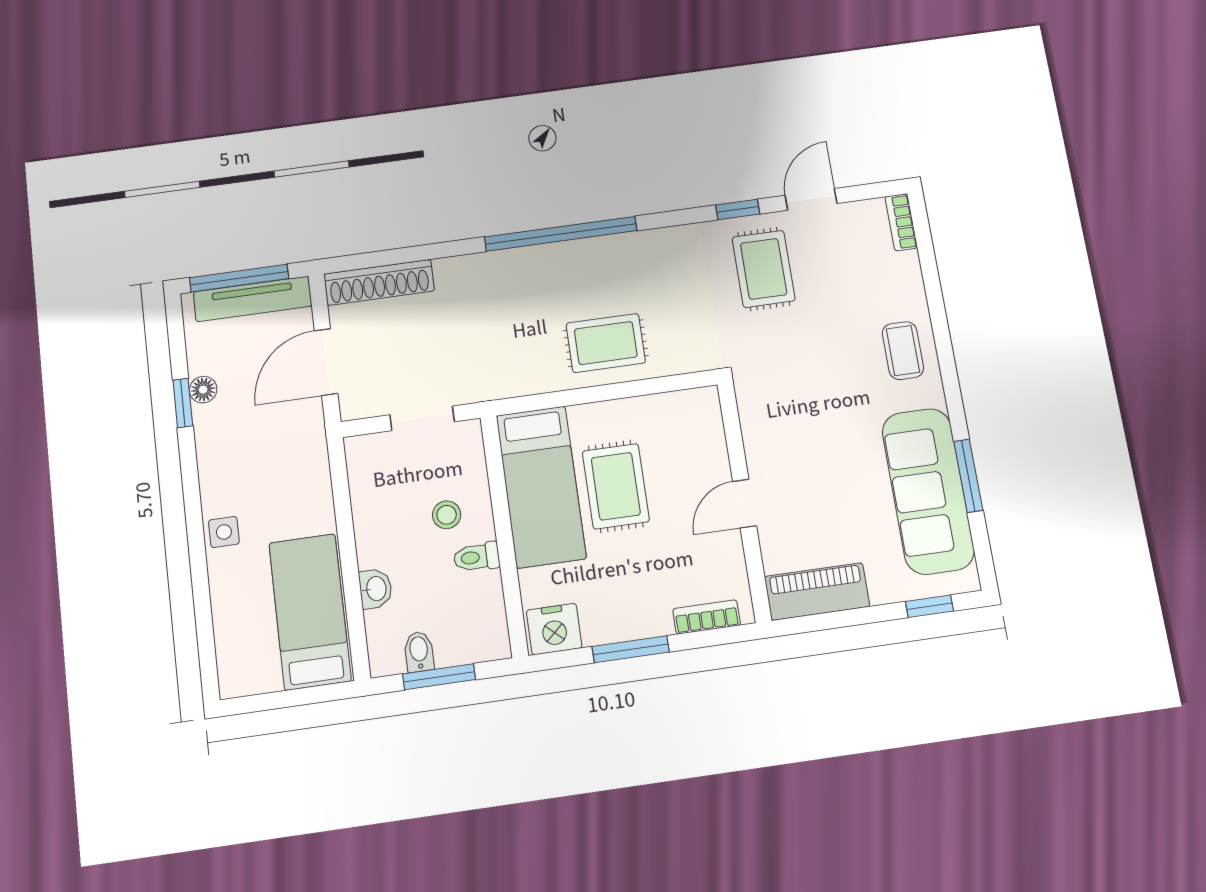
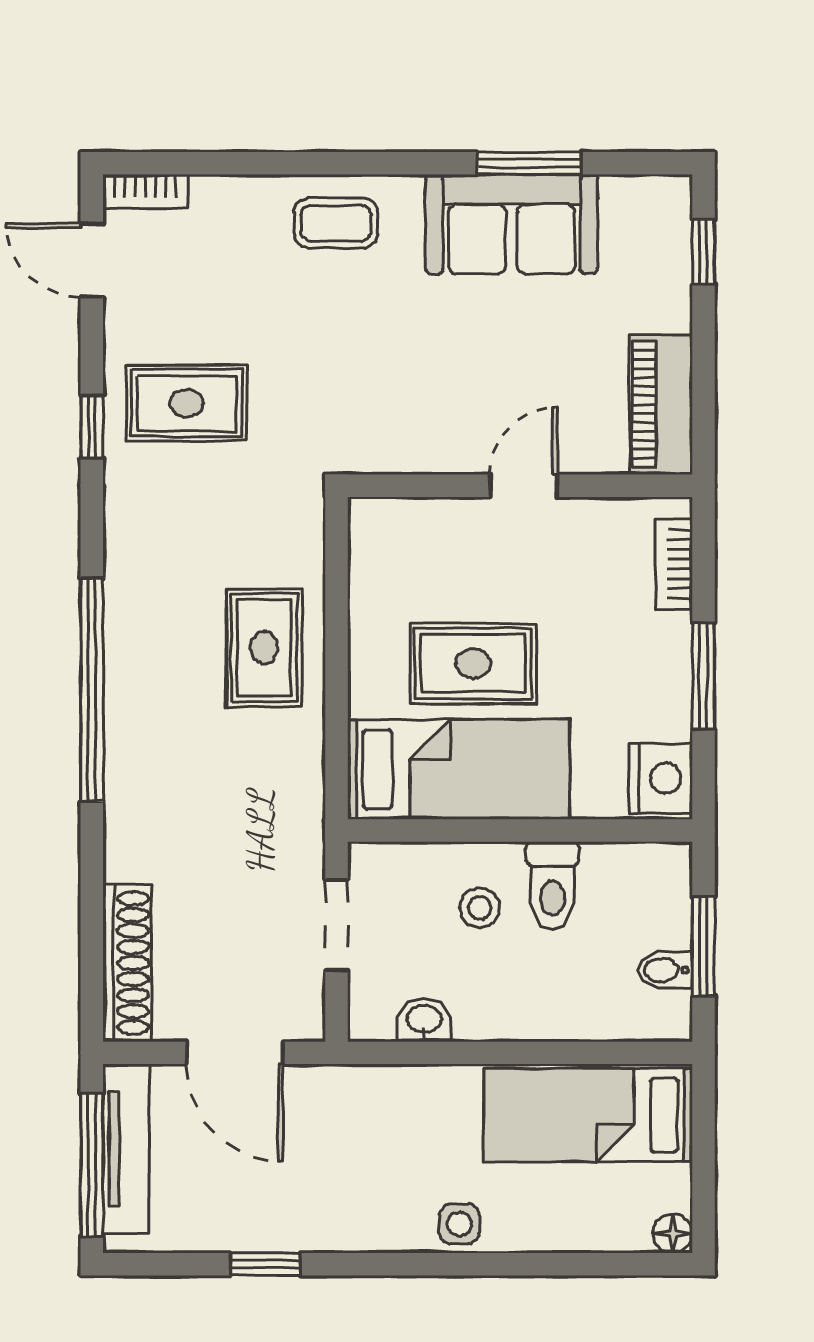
door: (811, 199) -> (92, 260), moved
floor lamp: (203, 390) -> (673, 1233), moved
sofa: (928, 491) -> (512, 224), width x0.73
door: (745, 504) -> (524, 486), swing flipped
toilet: (477, 557) -> (552, 885), width x1.37, depth x1.39
washbasin: (375, 589) -> (424, 1020), moved

